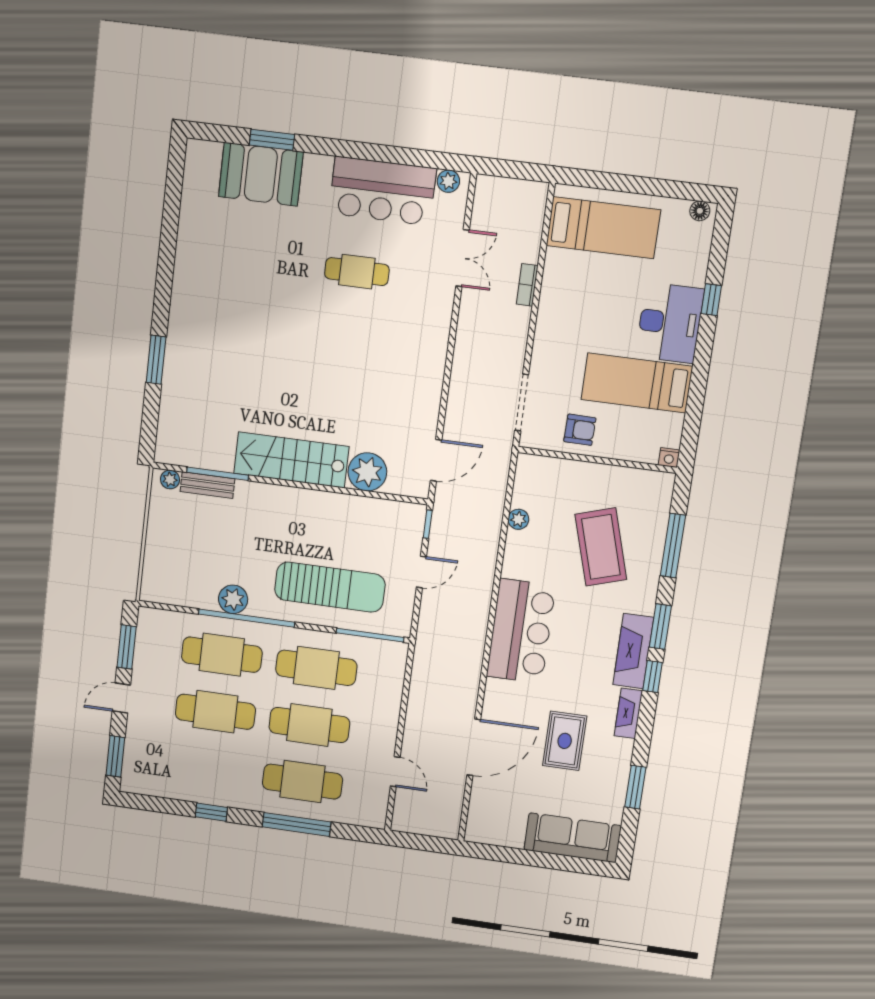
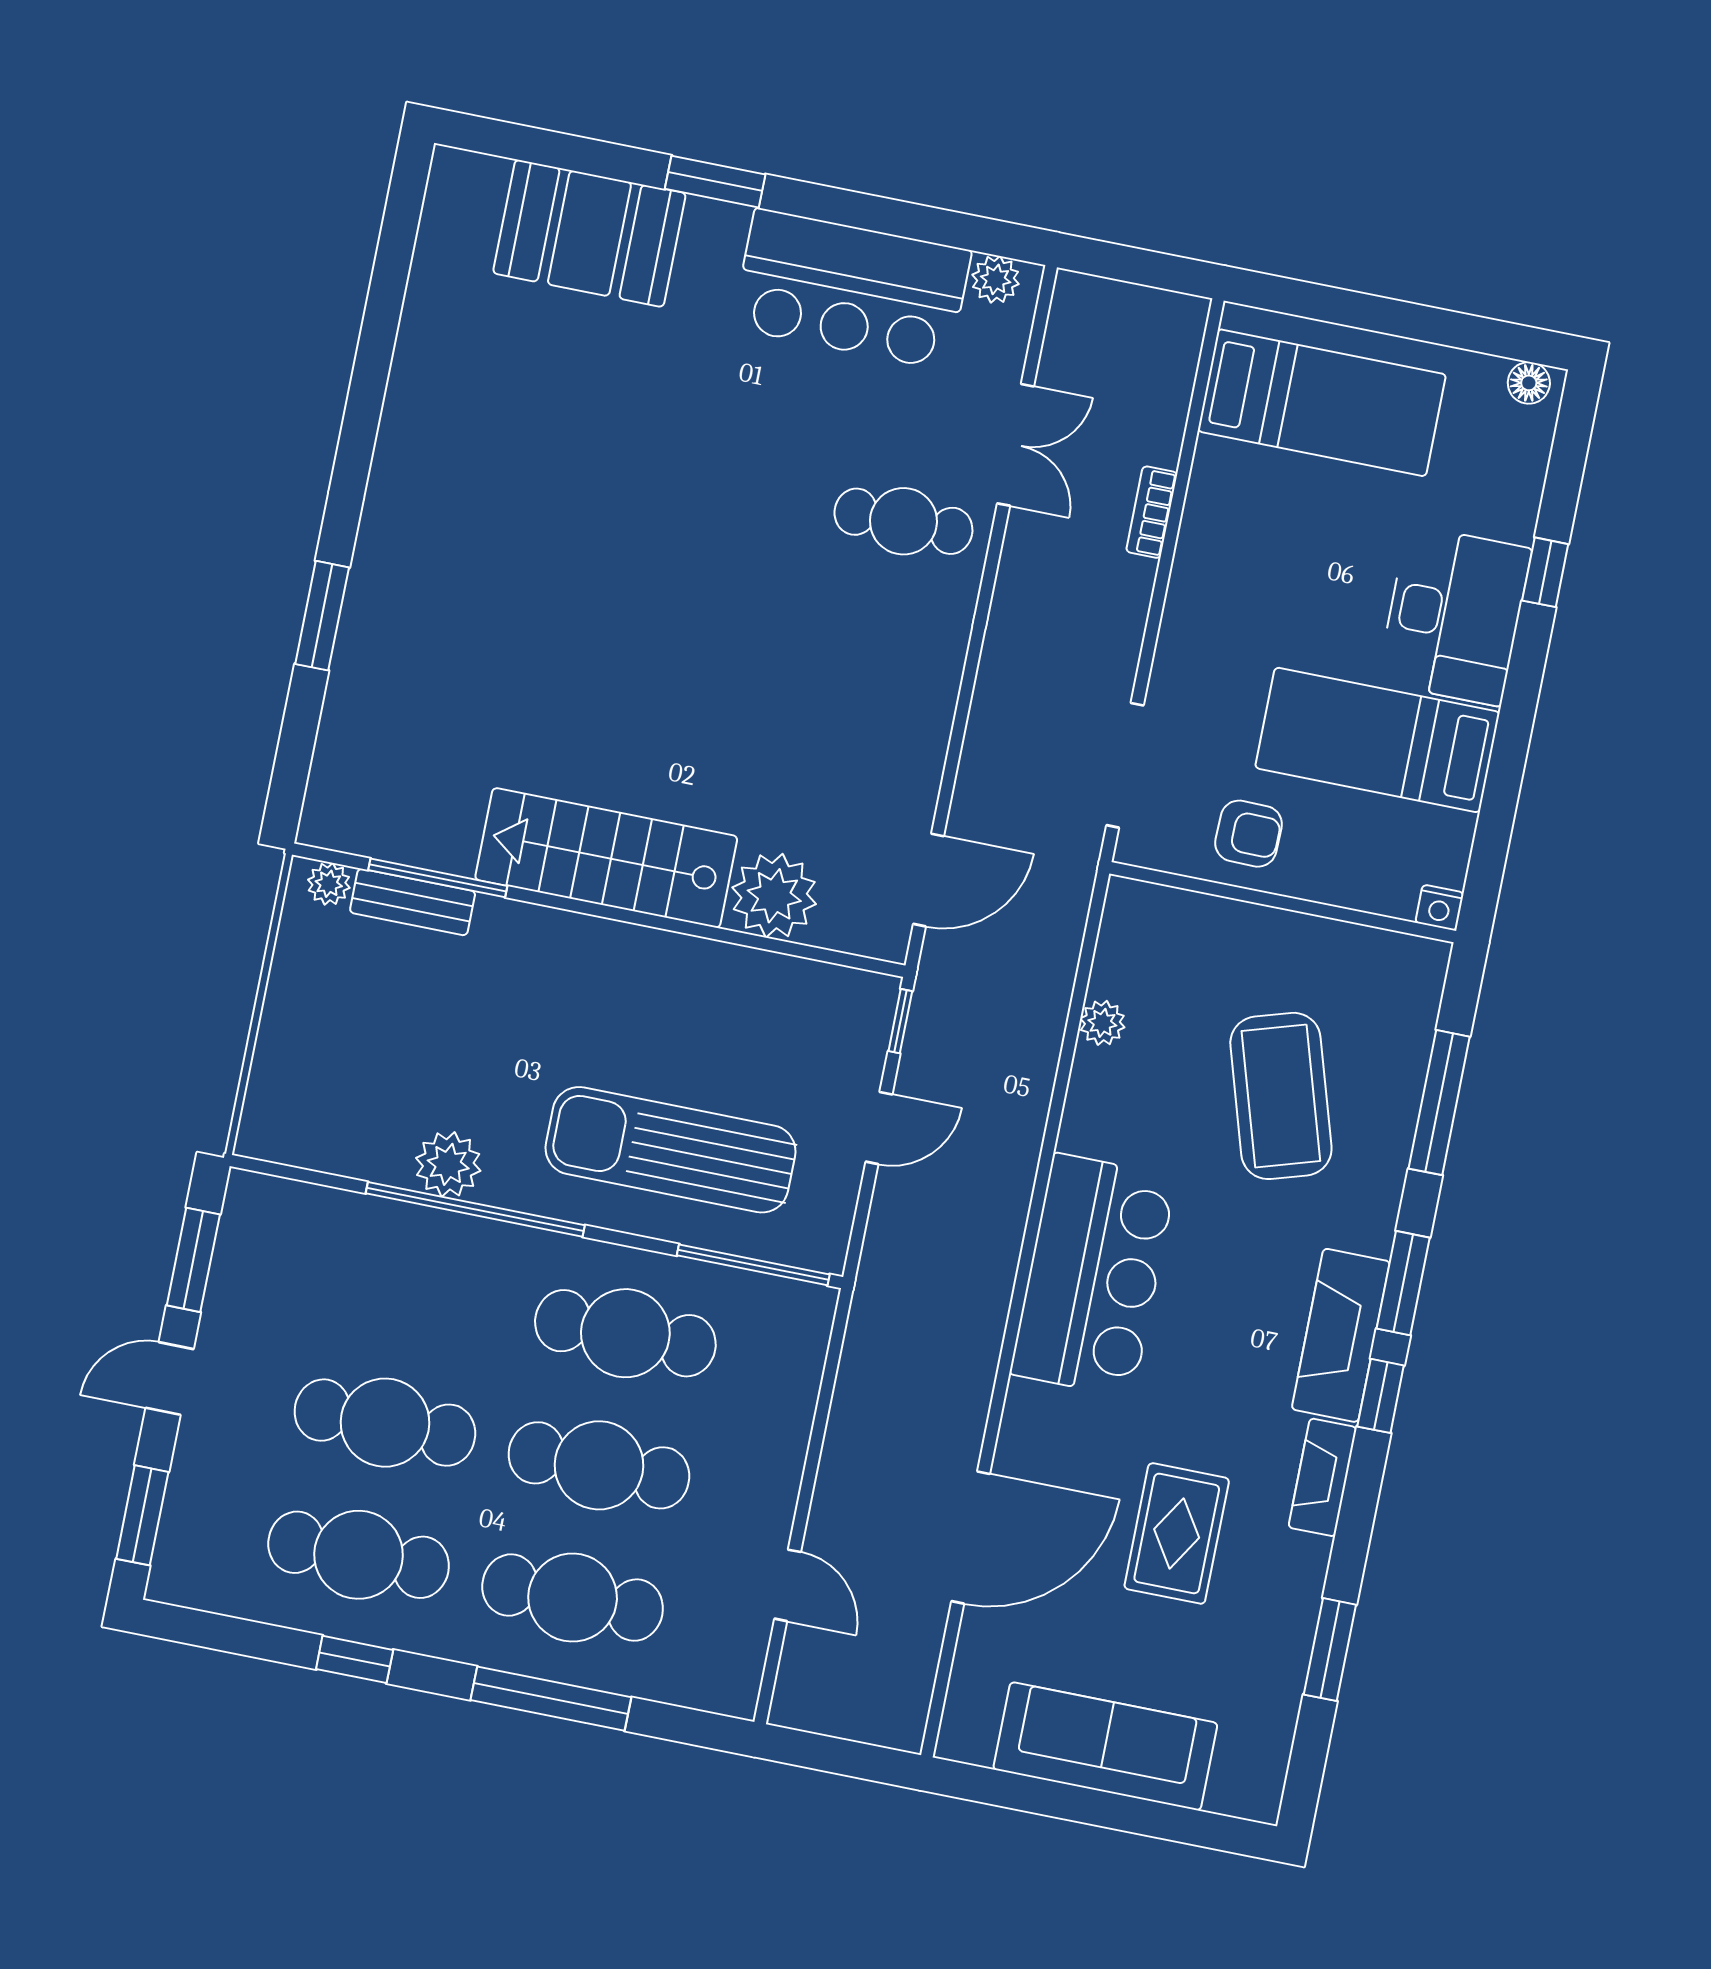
window: (272, 140) -> (715, 182), moved
cafe table: (357, 272) -> (903, 521), moved
sun lounger: (330, 587) -> (670, 1150), turned 180
cafe table: (222, 655) -> (359, 1555), moved
sofa: (573, 838) -> (1105, 1746), moved

